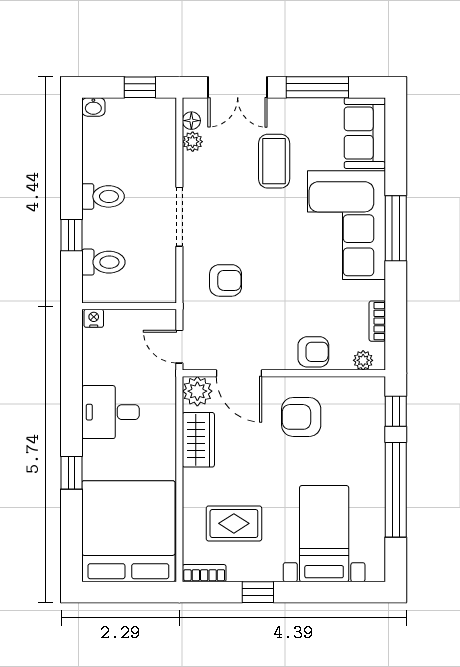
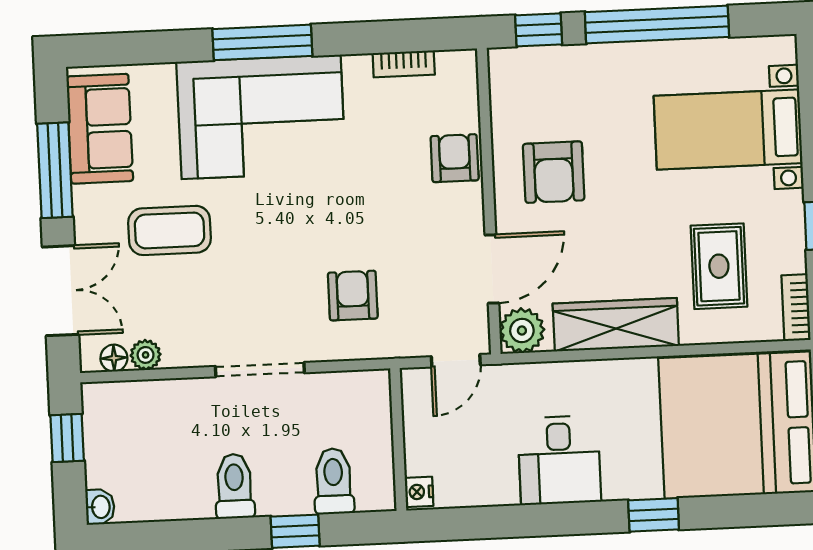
sofa: (365, 133) -> (100, 129), moved, turned -90
plant: (363, 360) -> (464, 83), removed
wardrobe: (198, 440) -> (616, 325), width x1.50

